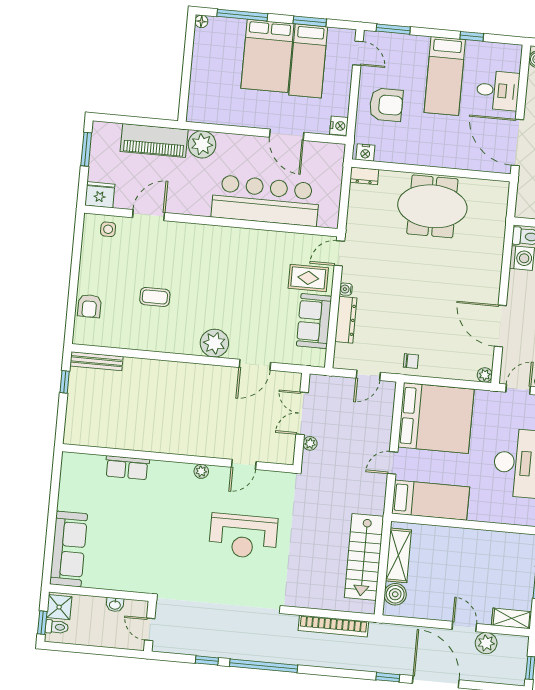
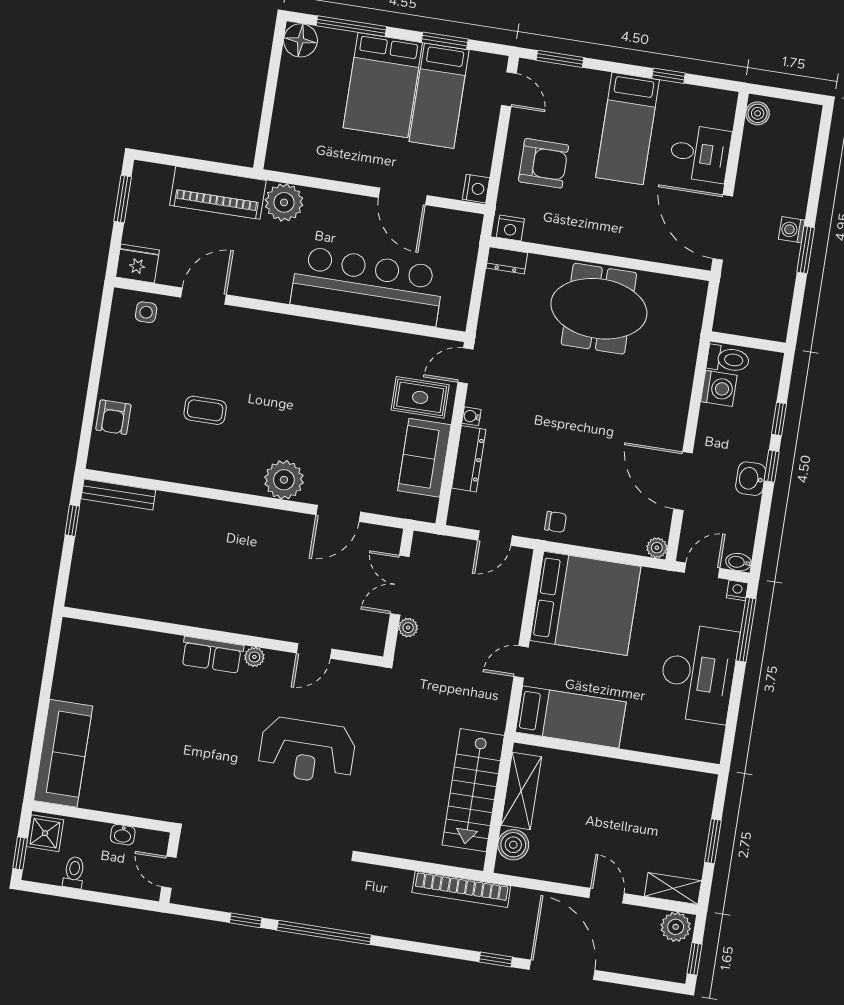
floor lamp: (201, 21) -> (301, 40), width x1.89, depth x1.89
row of seats: (127, 468) -> (212, 655), moved
bookcase: (333, 626) -> (461, 889), moved
toilet: (57, 627) -> (74, 872), moved, turned -90
plant: (486, 643) -> (676, 927), moved

